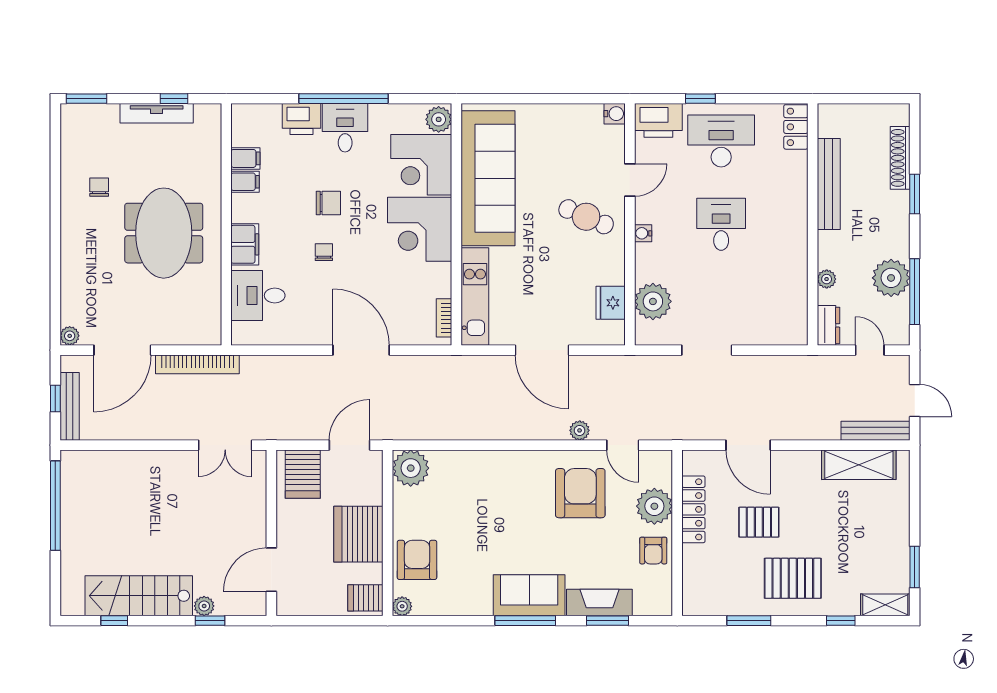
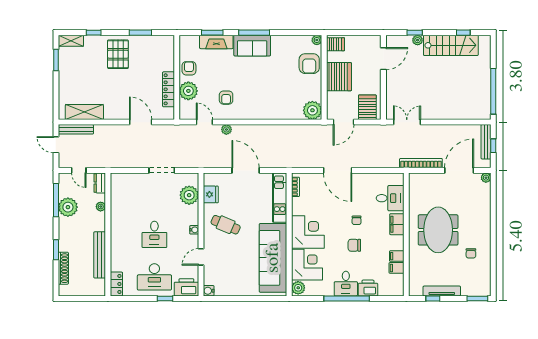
cafe table: (586, 217) -> (226, 225), moved
armchair: (580, 493) -> (226, 98), width x0.53, depth x0.53
pallet: (759, 522) -> (135, 83), removed
pallet: (793, 578) -> (118, 54), turned 90

